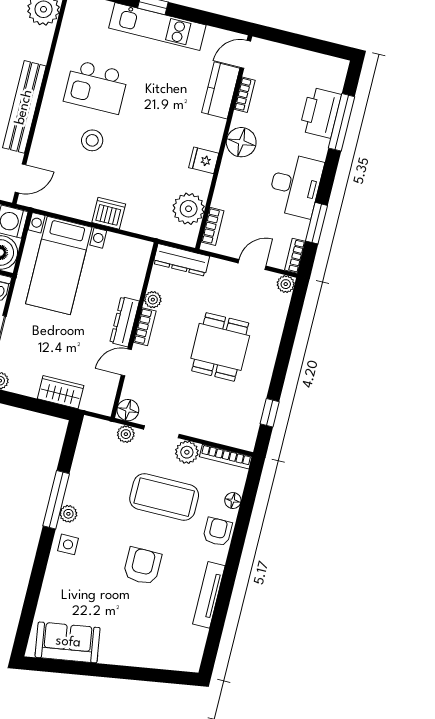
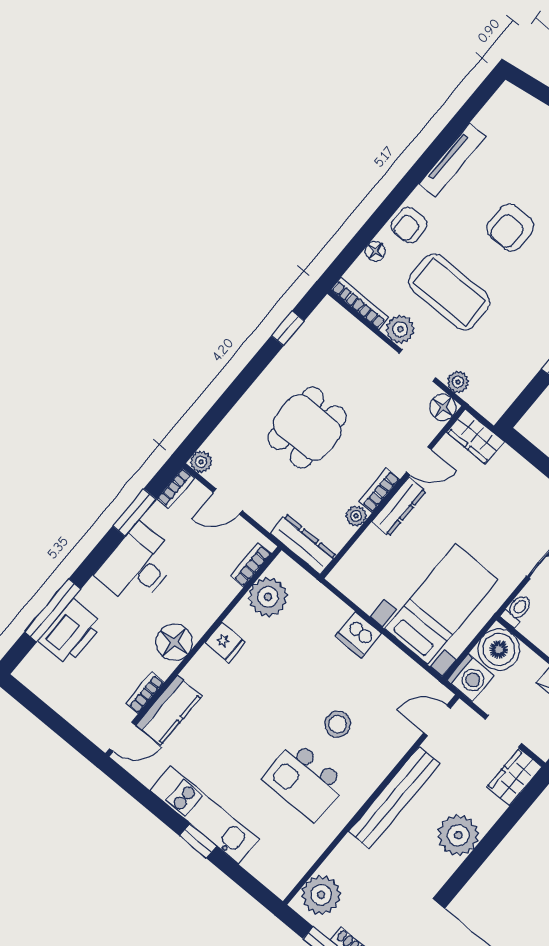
kitchen island: (96, 87) -> (305, 781), turned 180
wardrobe: (61, 392) -> (476, 437), moved

